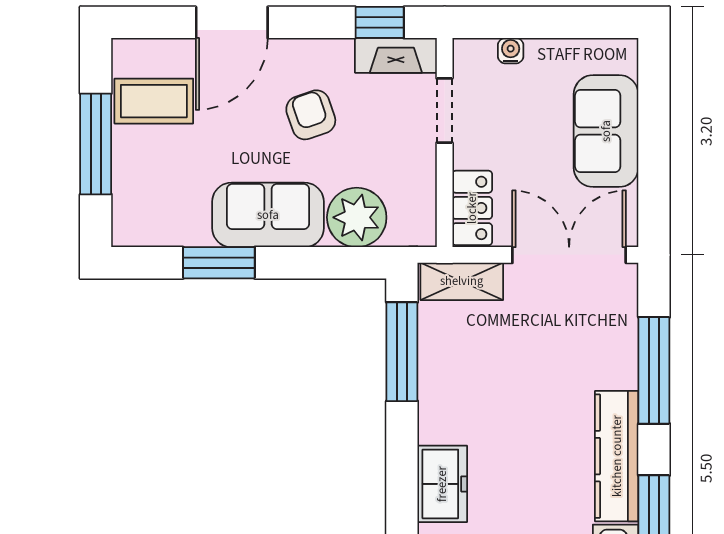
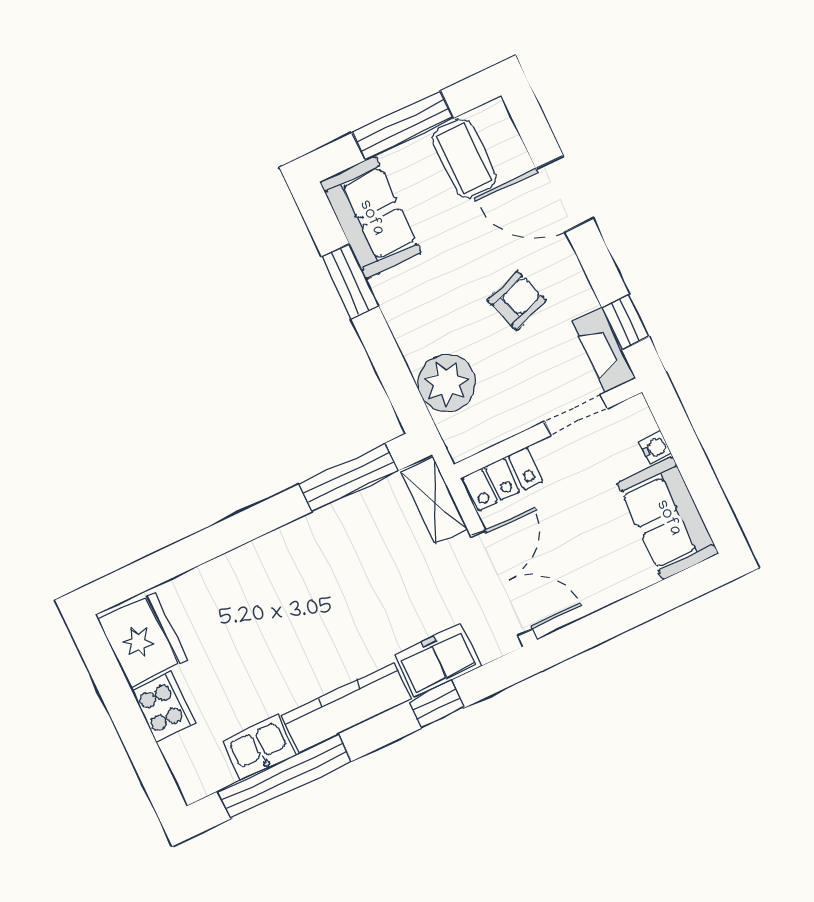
sofa: (606, 131) -> (668, 518), moved, turned -90
sofa: (268, 215) -> (371, 218), moved
window: (654, 370) -> (436, 704), width x0.46
freezer: (442, 484) -> (438, 661), moved, turned 180

